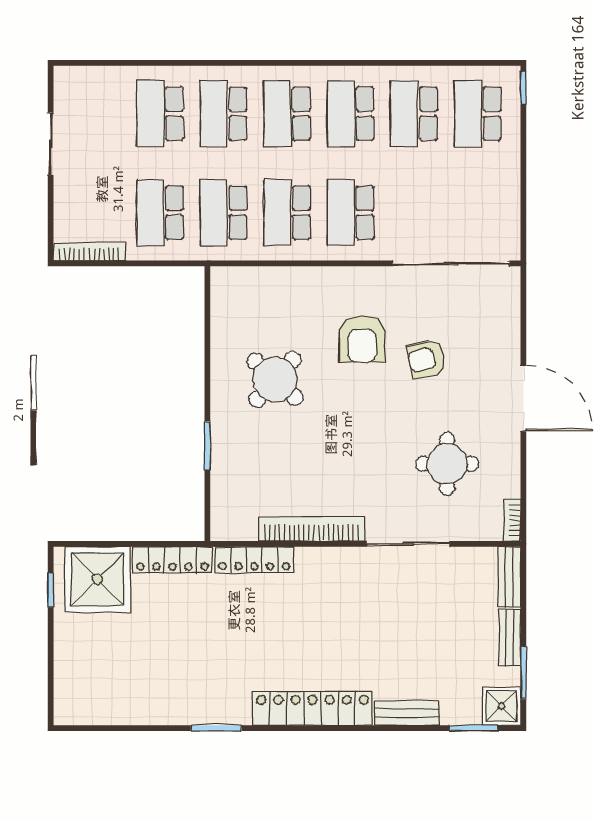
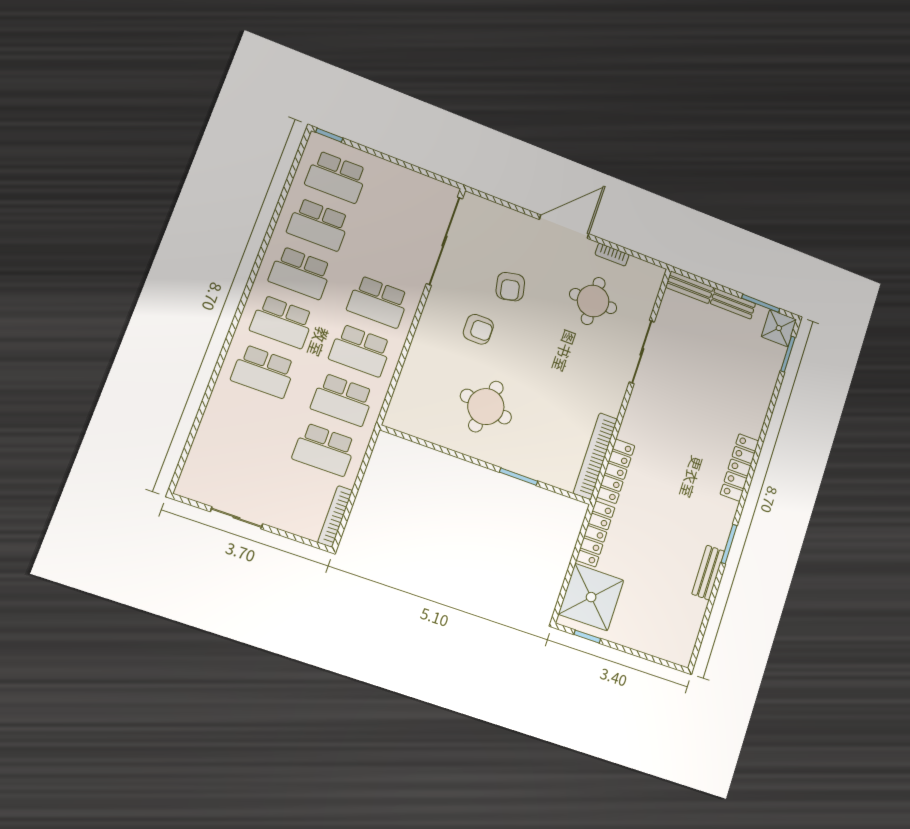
school desk: (160, 114) -> (245, 422), removed
armchair: (362, 339) -> (478, 329), width x0.72, depth x0.72
round table: (275, 379) -> (486, 407), turned -32
bookcase: (512, 520) -> (612, 255), moved
bookcase: (311, 529) -> (595, 456), moved
locker: (313, 708) -> (740, 467), width x0.71, depth x0.83
bench: (407, 713) -> (708, 573), moved

